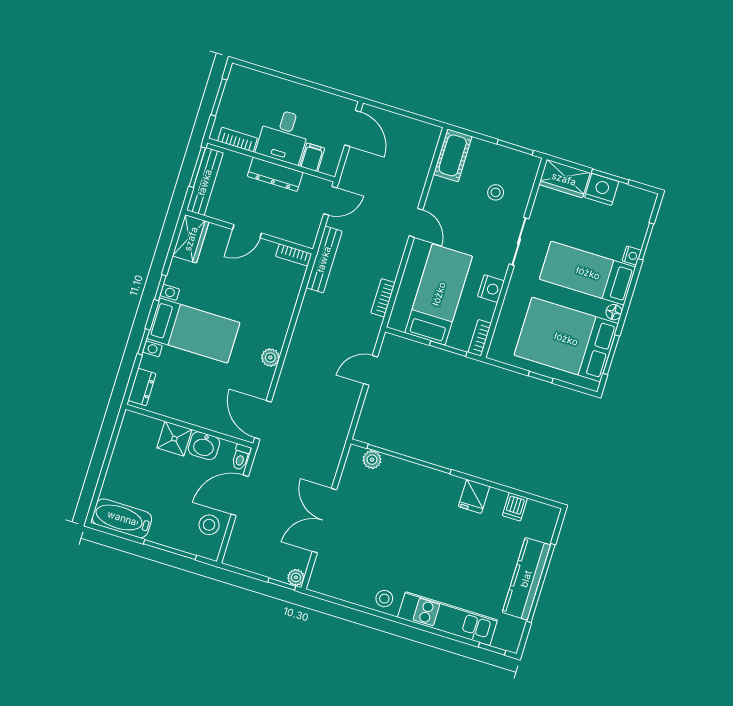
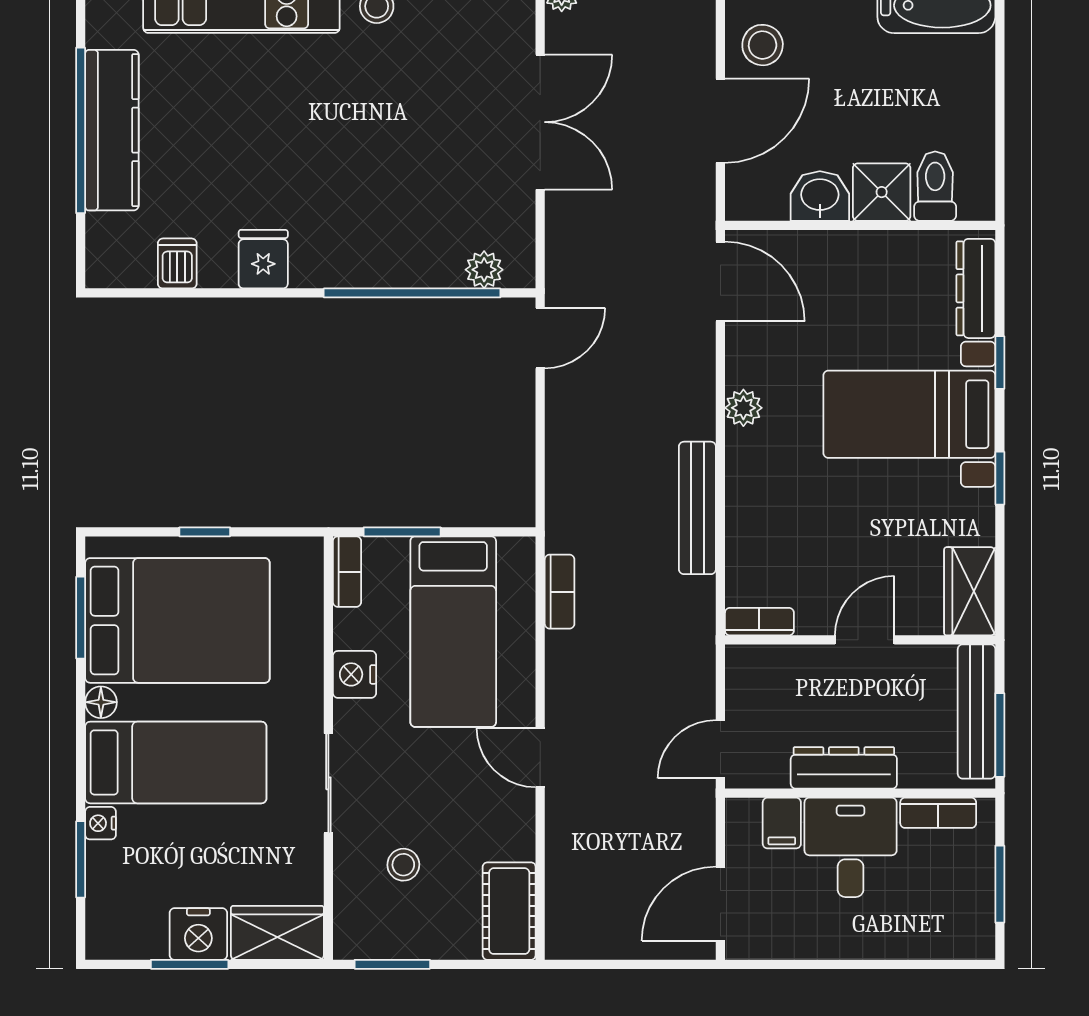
door: (353, 128) -> (720, 904), hinge flipped
bench: (324, 259) -> (697, 508), moved
door: (371, 370) -> (540, 338), moved
dresser: (142, 387) -> (976, 288), width x1.44
toilet: (241, 457) -> (935, 186), moved, width x1.37, depth x1.39

